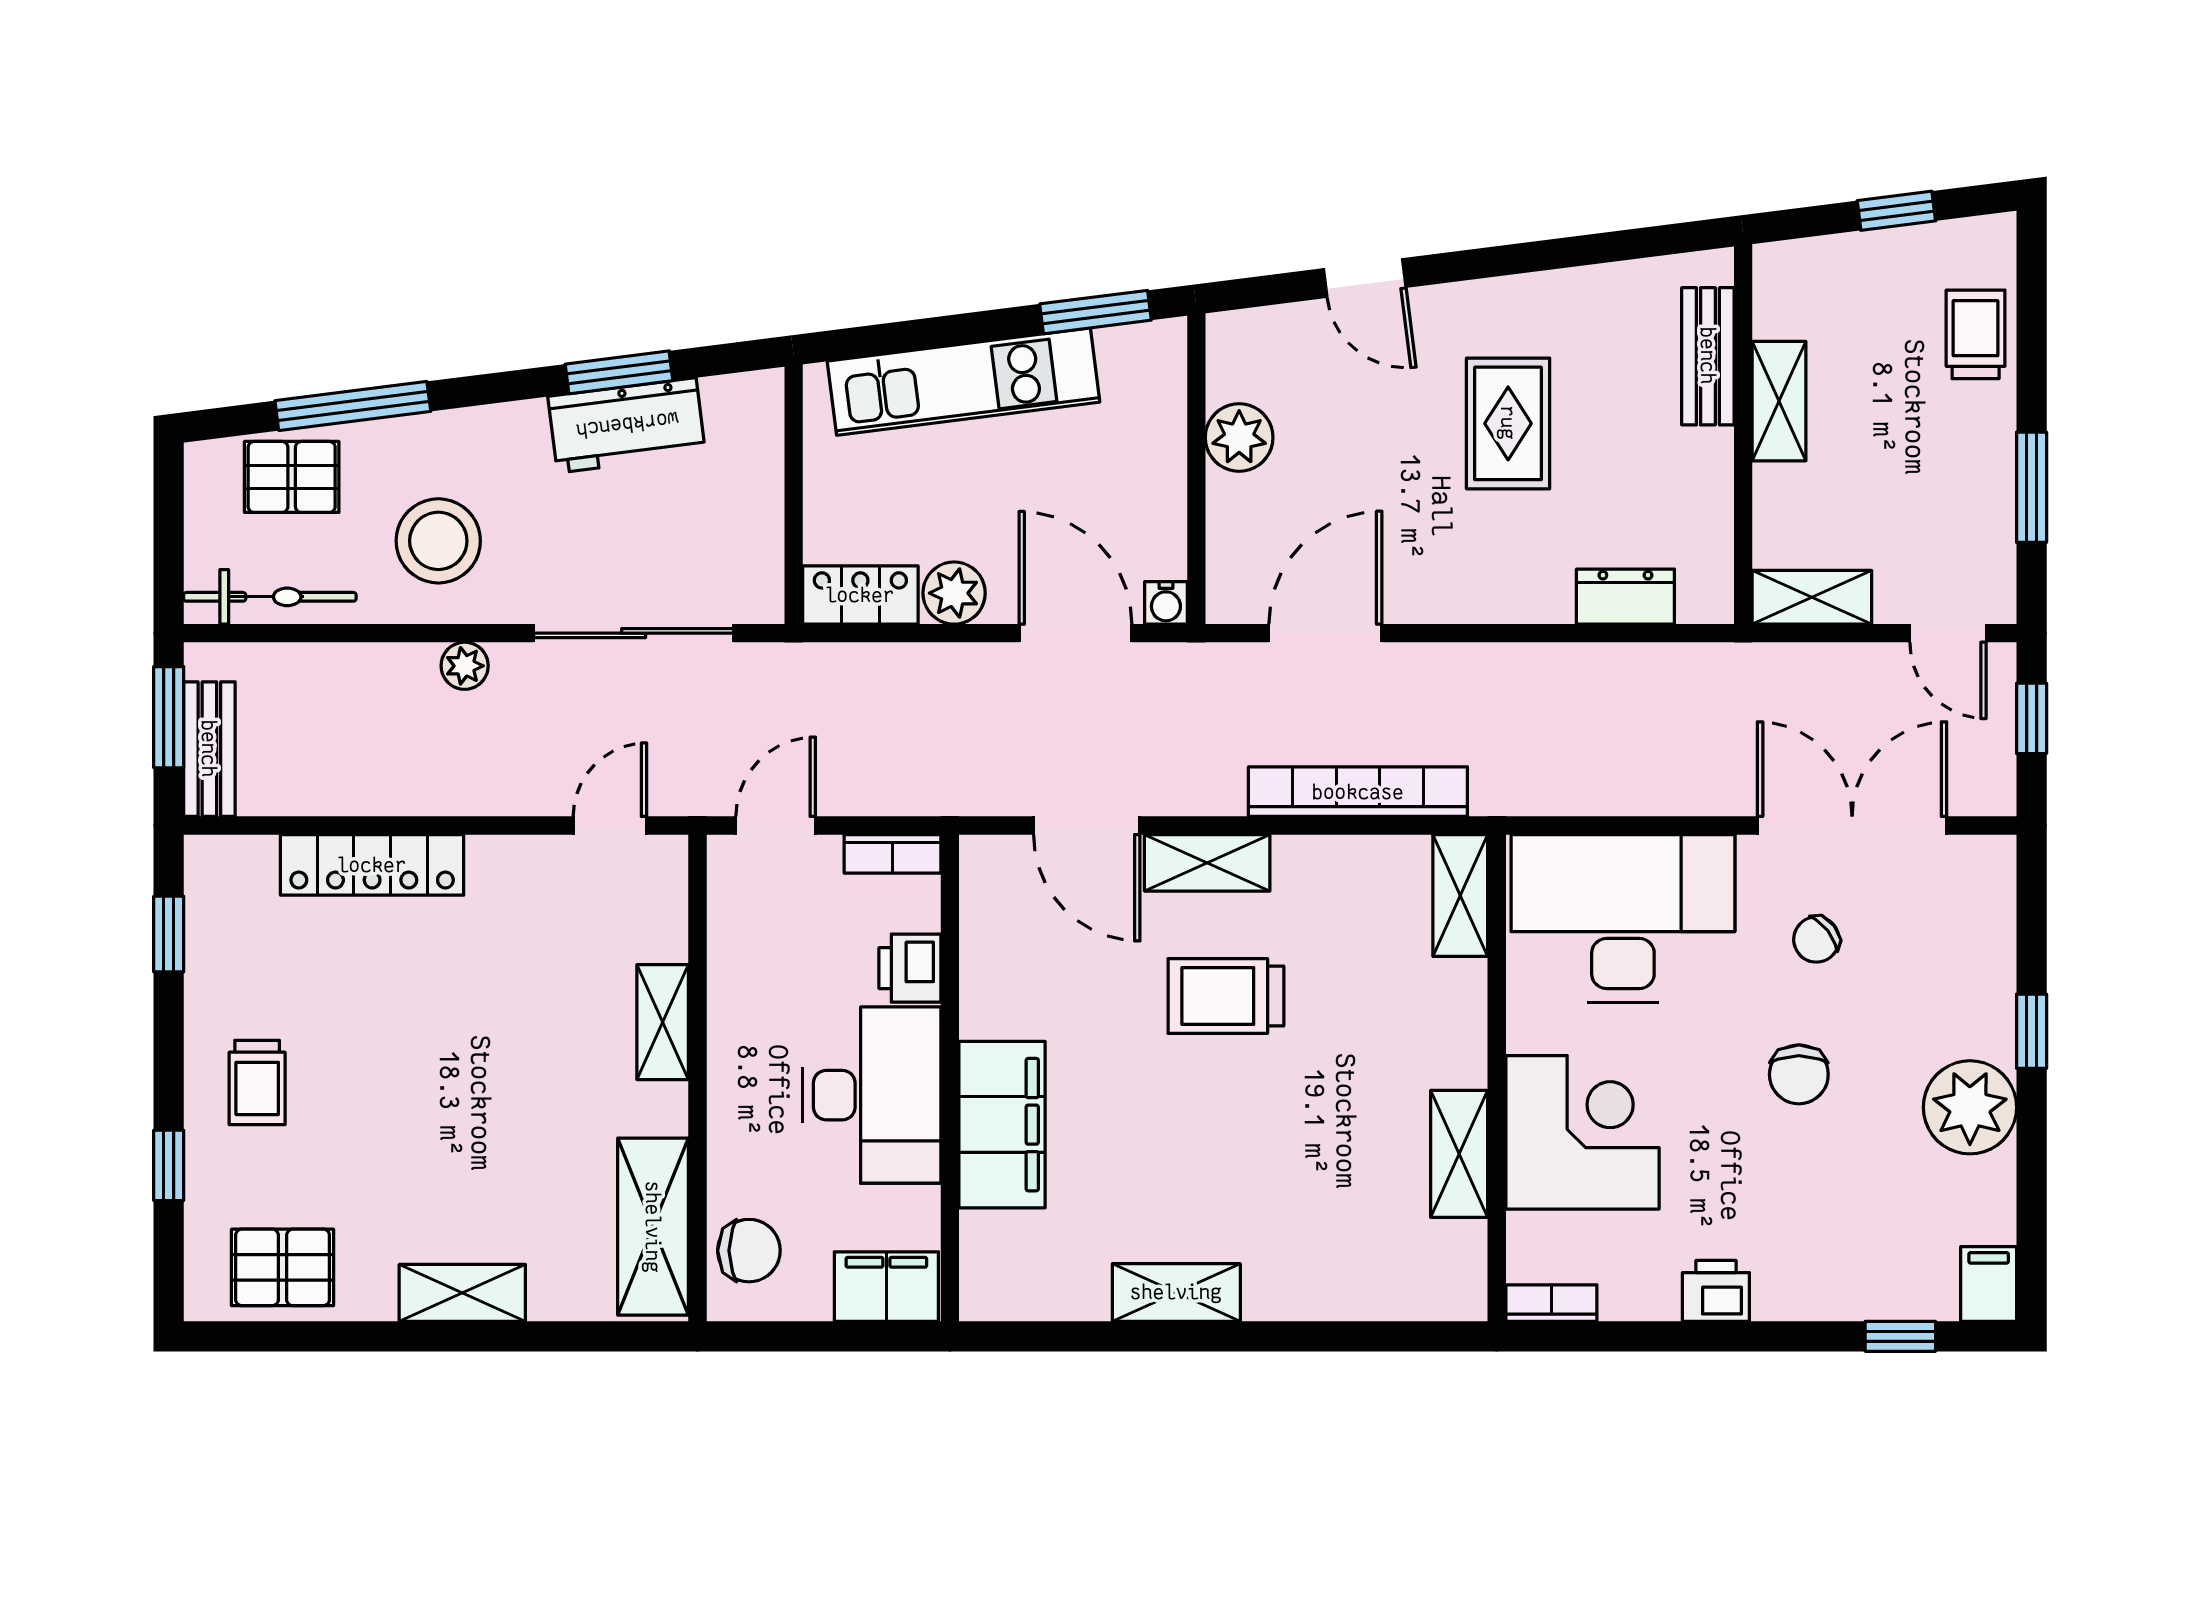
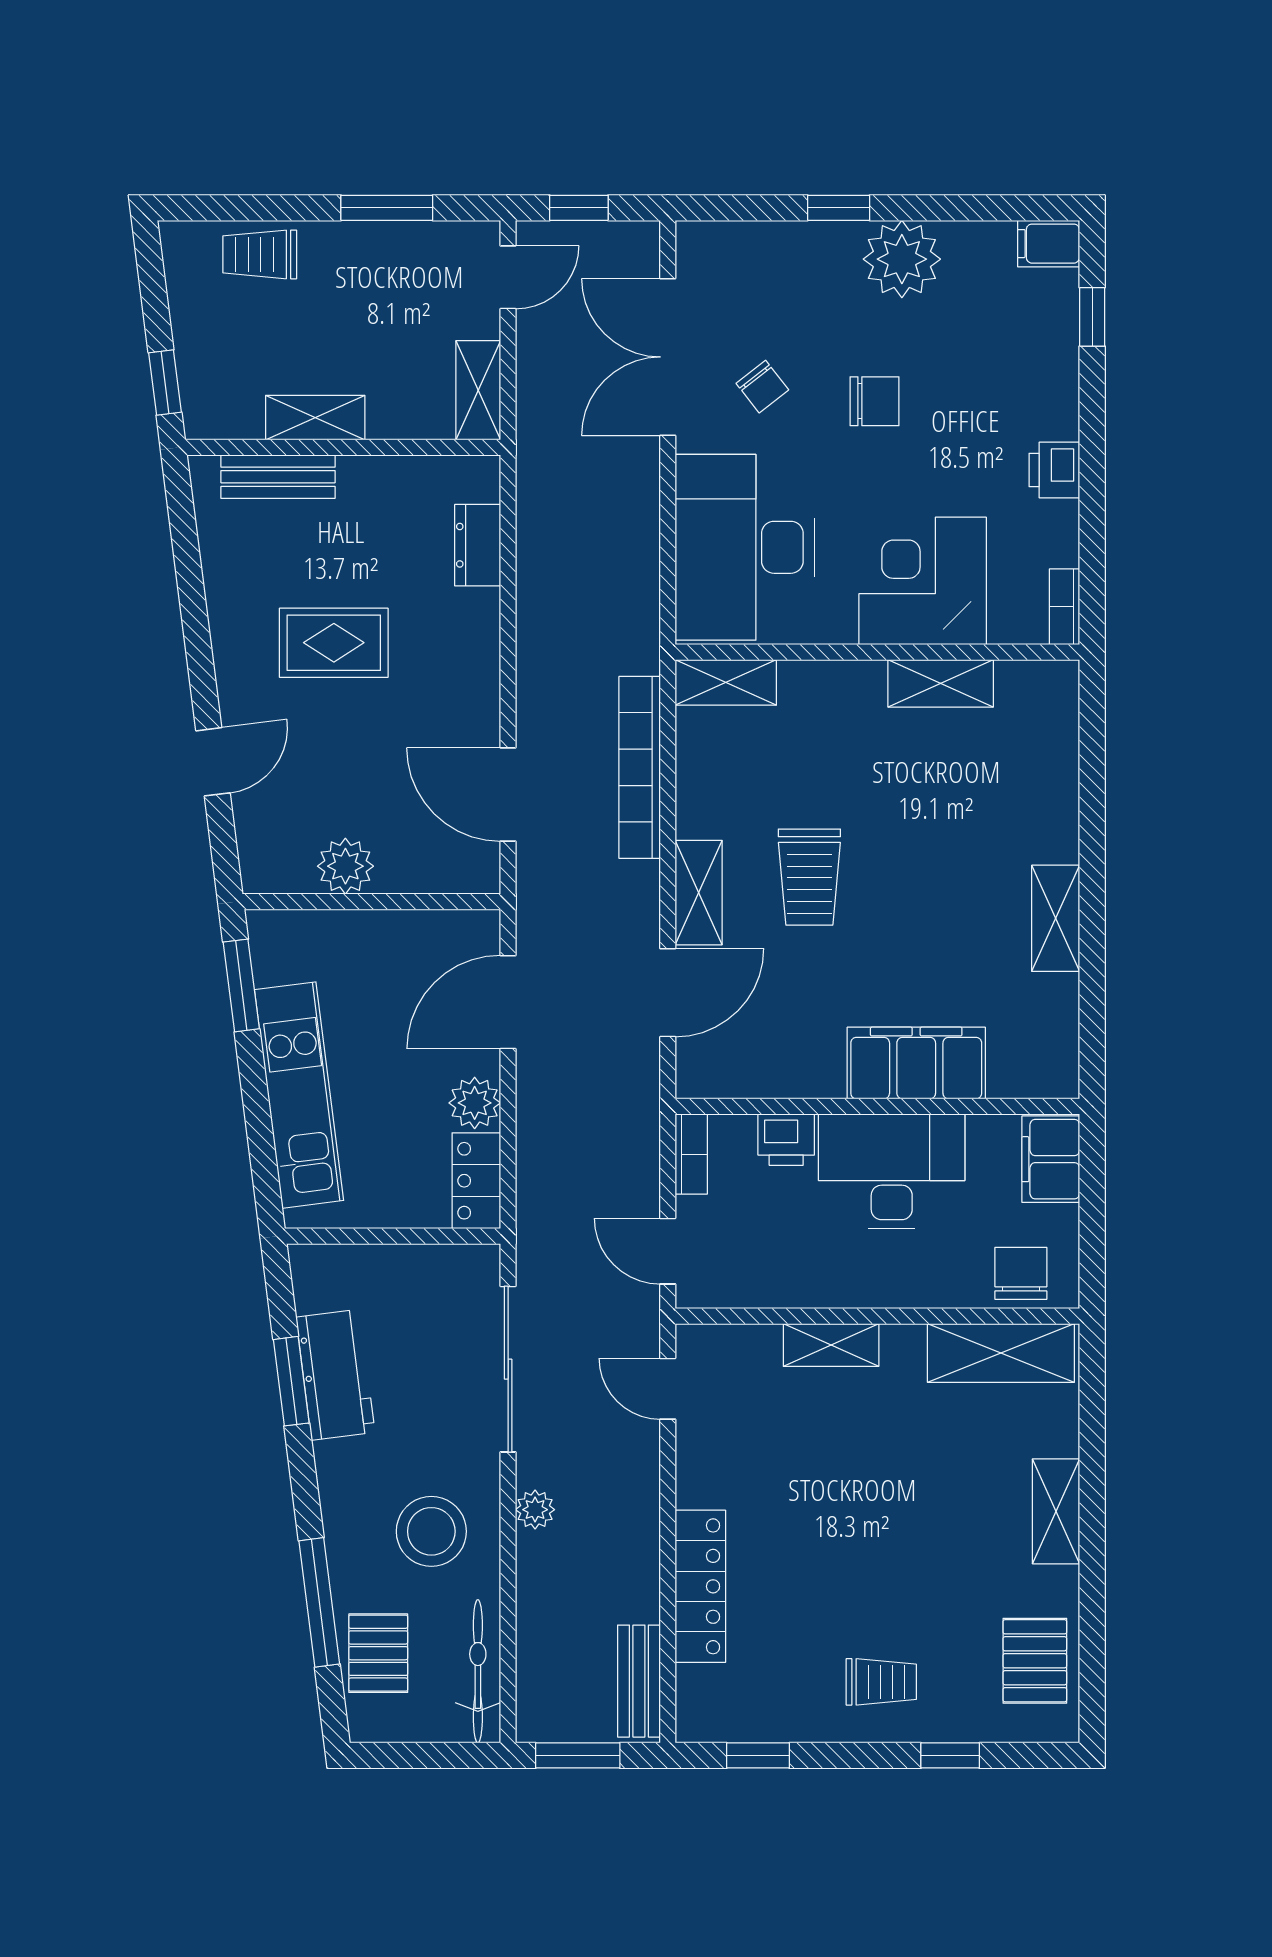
window: (1896, 211) -> (165, 383), moved
water cooler: (1166, 603) -> (483, 927), removed
bench: (209, 749) -> (639, 1681), moved, turned 90

